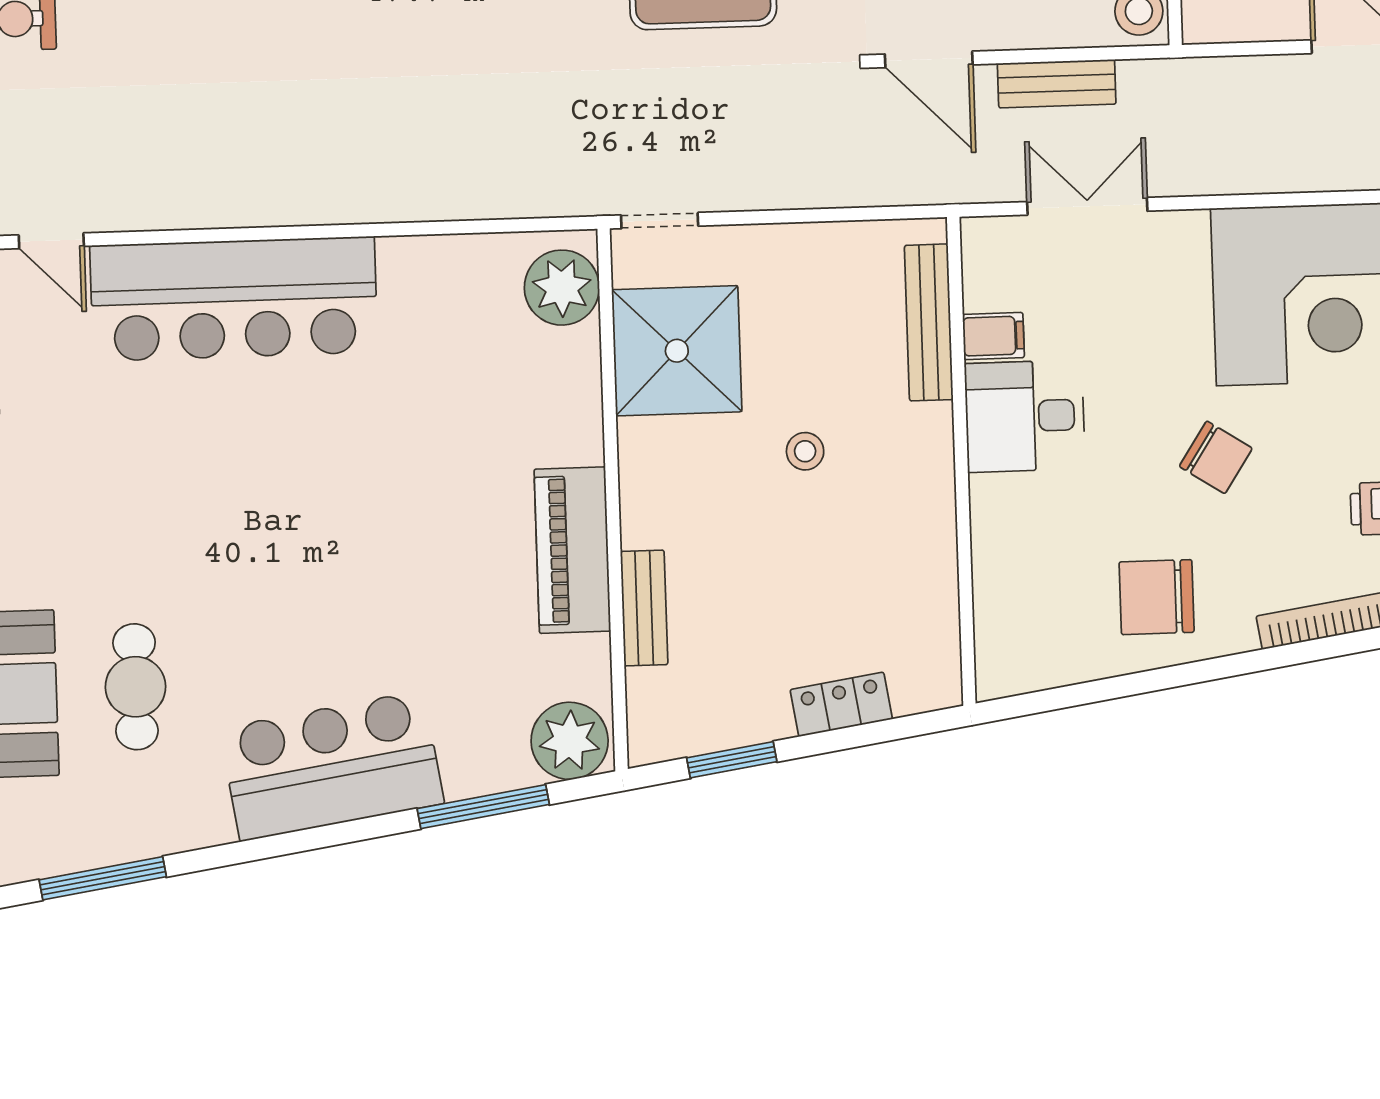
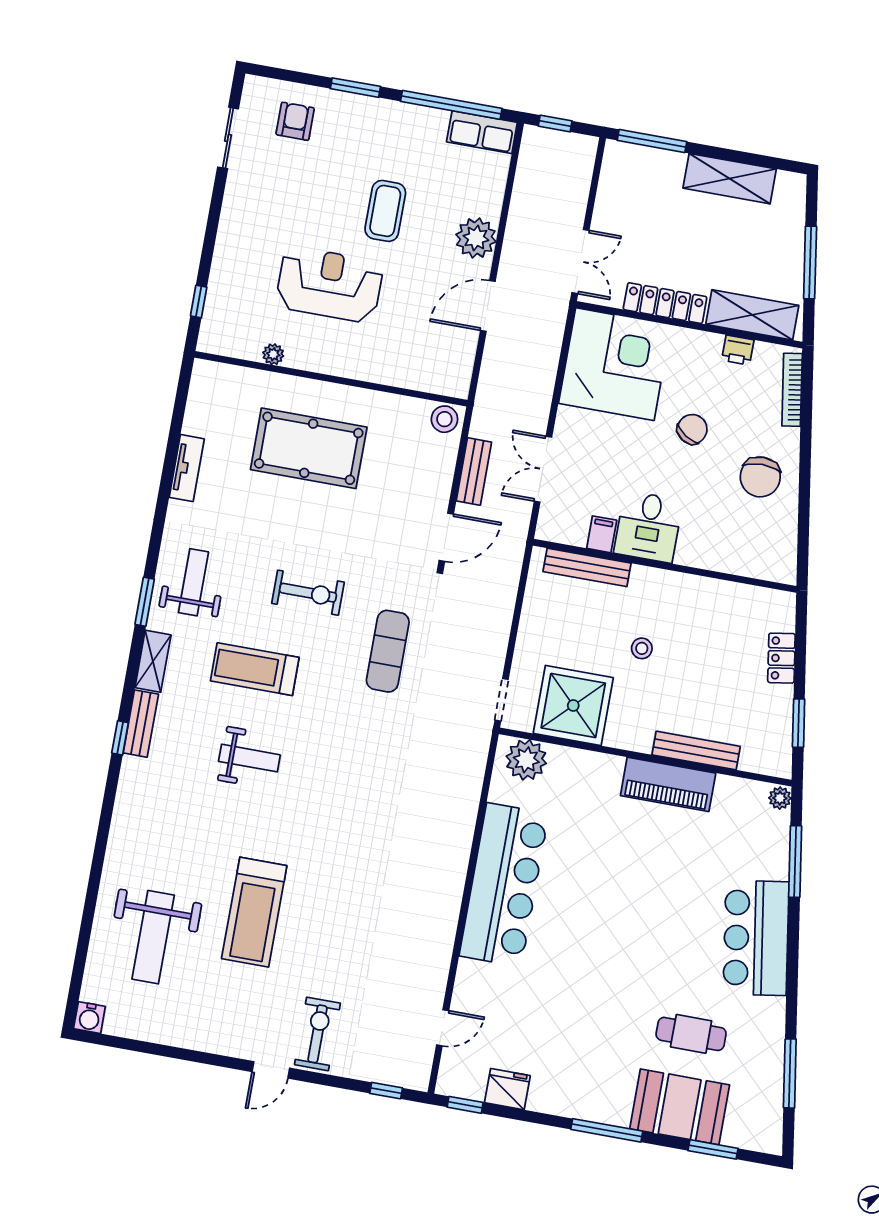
bar counter: (234, 299) -> (504, 885), moved
bench: (644, 608) -> (696, 751), width x1.36
plant: (570, 741) -> (780, 798), width x0.53, depth x0.53

